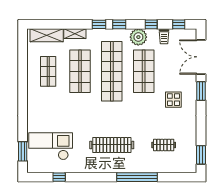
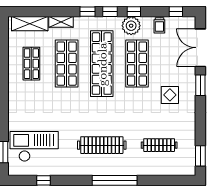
window: (151, 24) -> (134, 12), moved
clothes rail: (164, 145) -> (159, 145), width x1.36
window: (137, 177) -> (115, 180), moved

